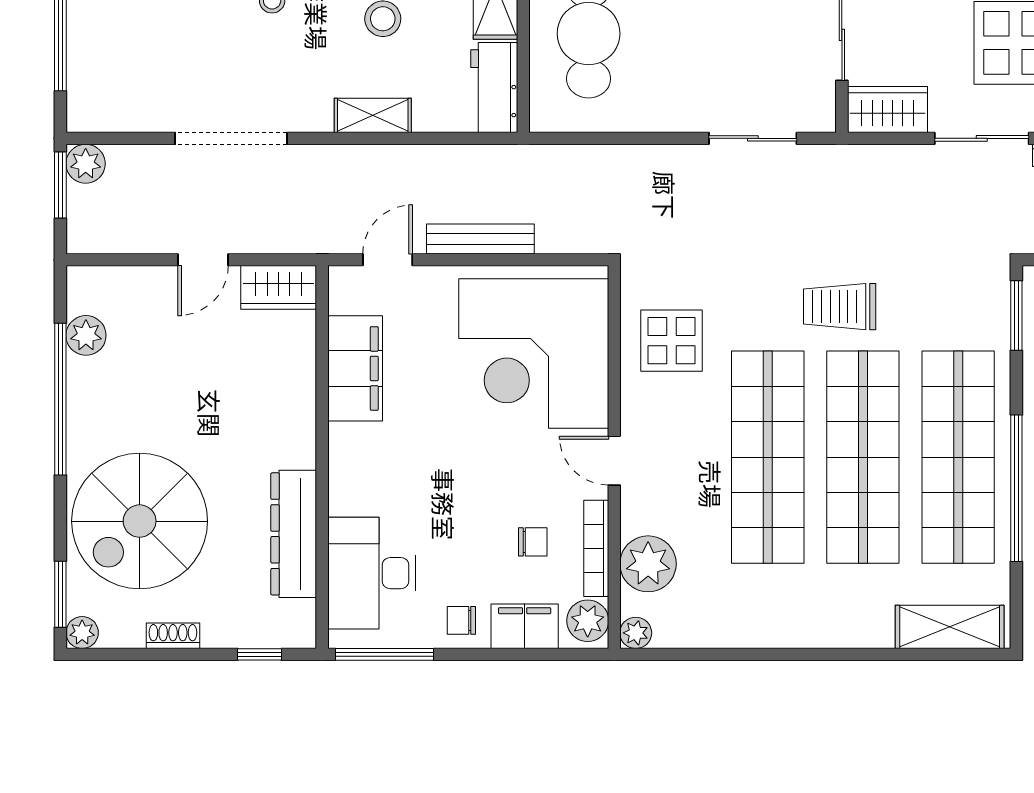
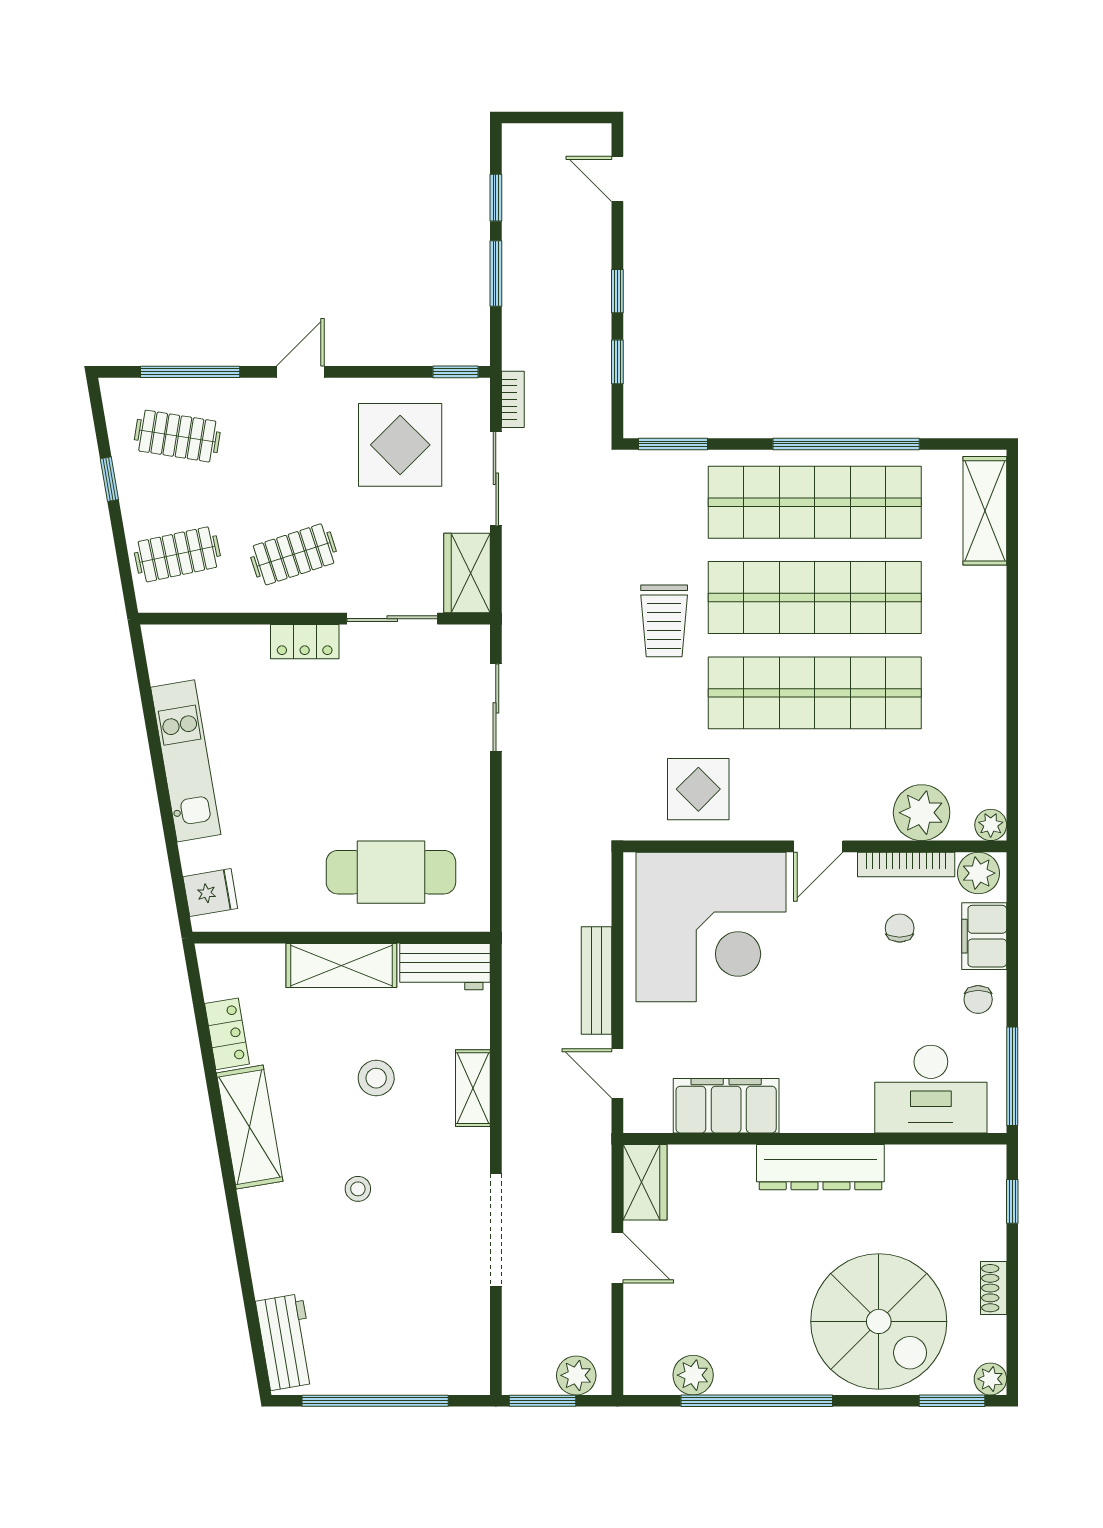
plant: (86, 164) -> (576, 1375), moved
dresser: (294, 534) -> (820, 1167), moved

